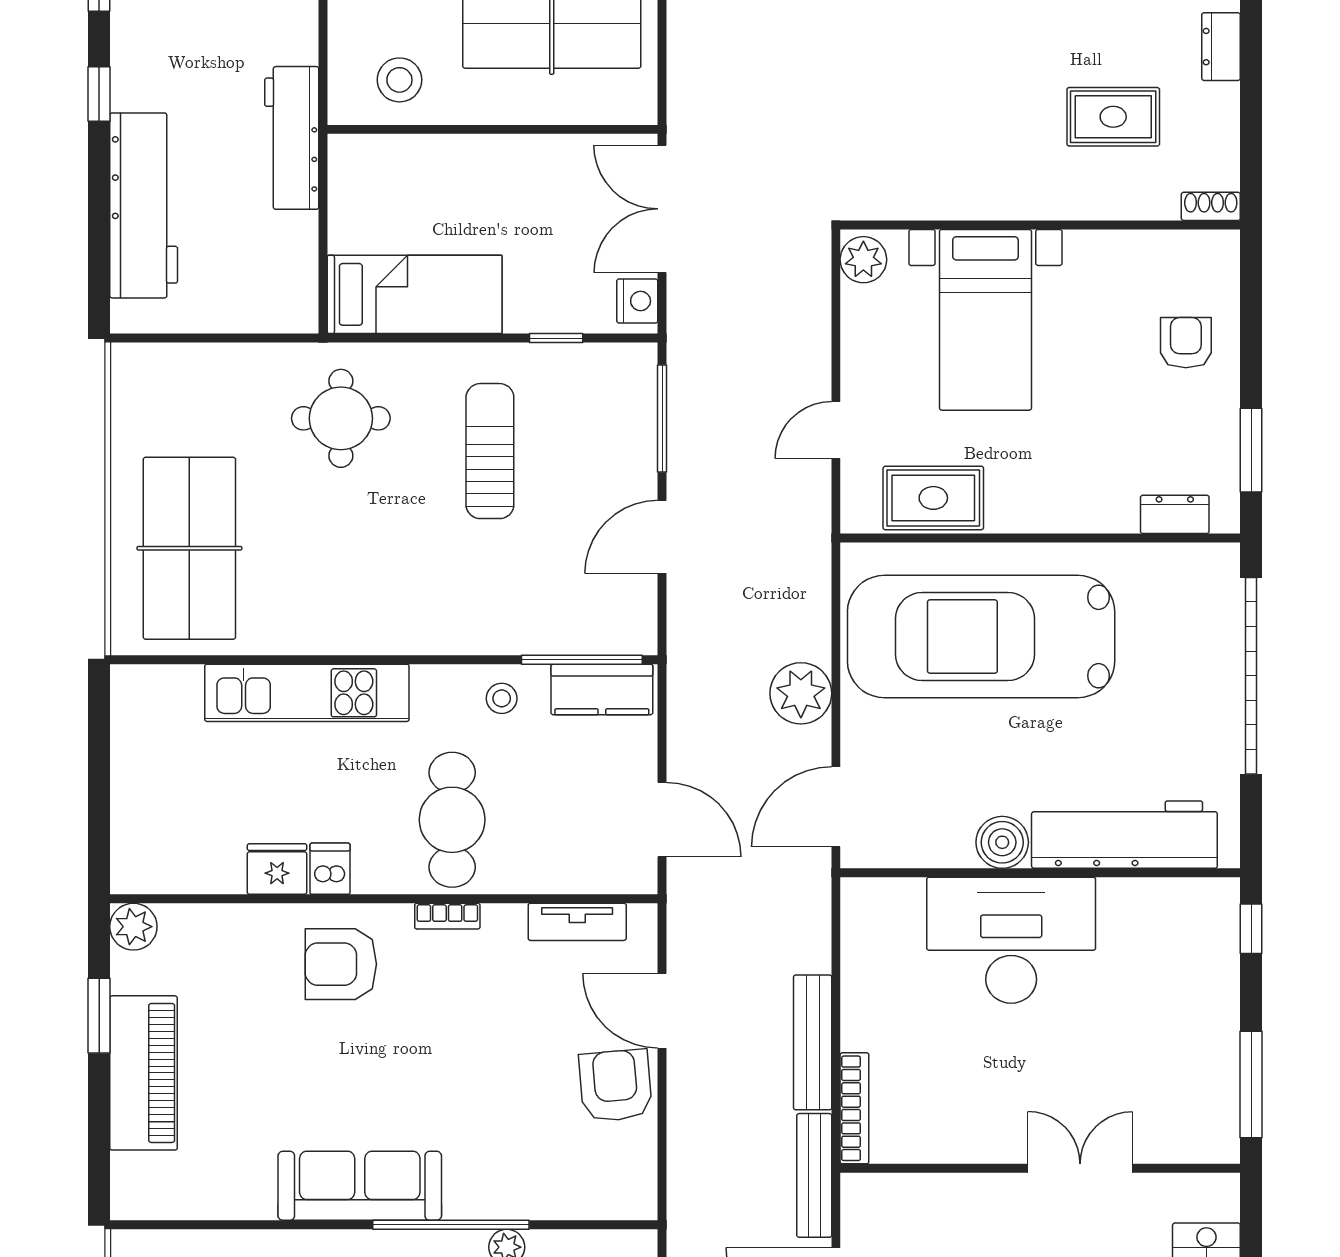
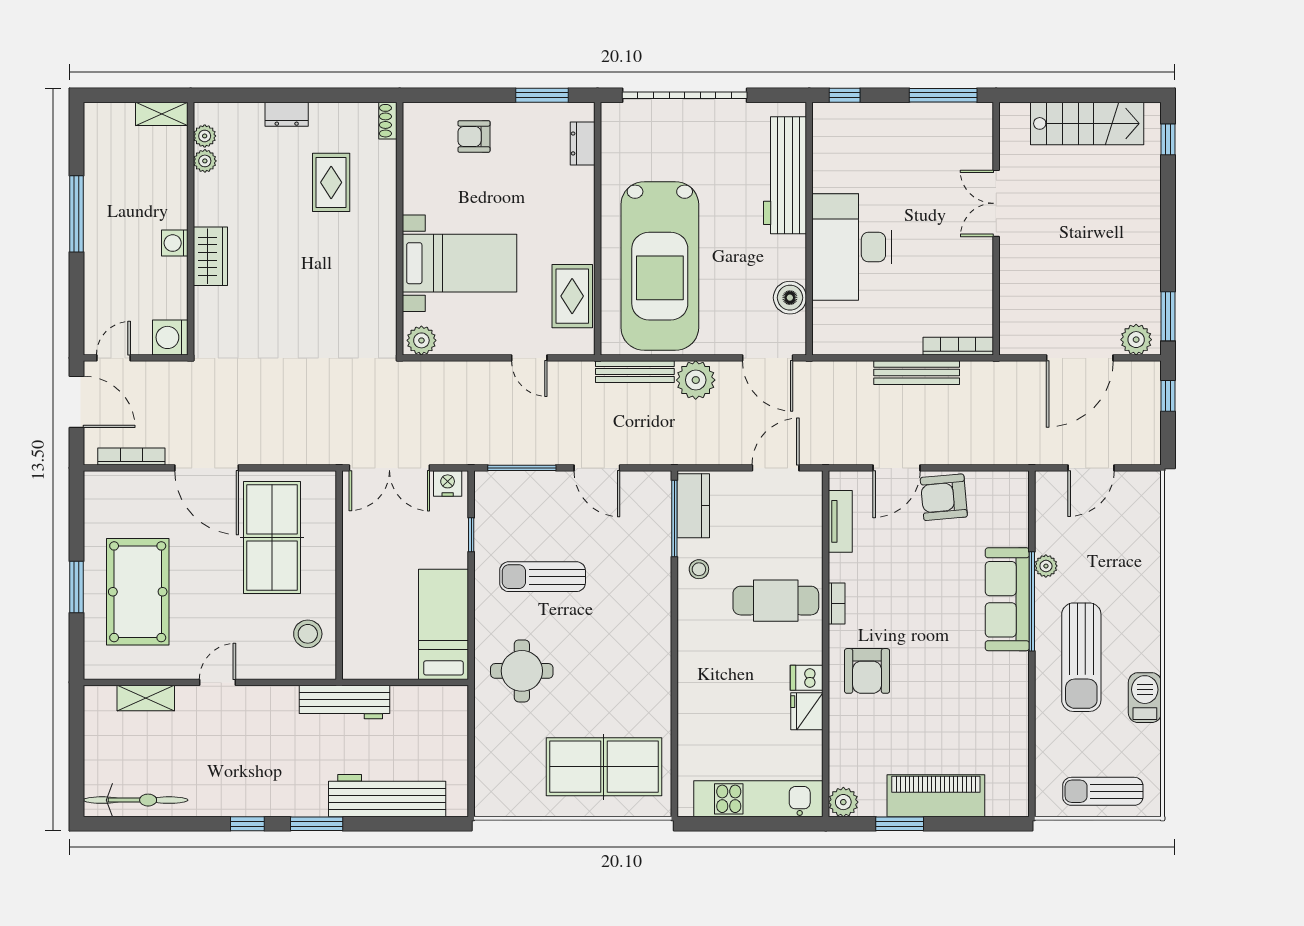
window: (99, 94) -> (317, 824), width x1.50
kitchen unit: (307, 693) -> (758, 799), moved, turned -90
boiler: (1002, 842) -> (790, 298), moved
bench: (814, 1175) -> (635, 372), moved
sofa: (360, 1186) -> (1007, 599), moved

